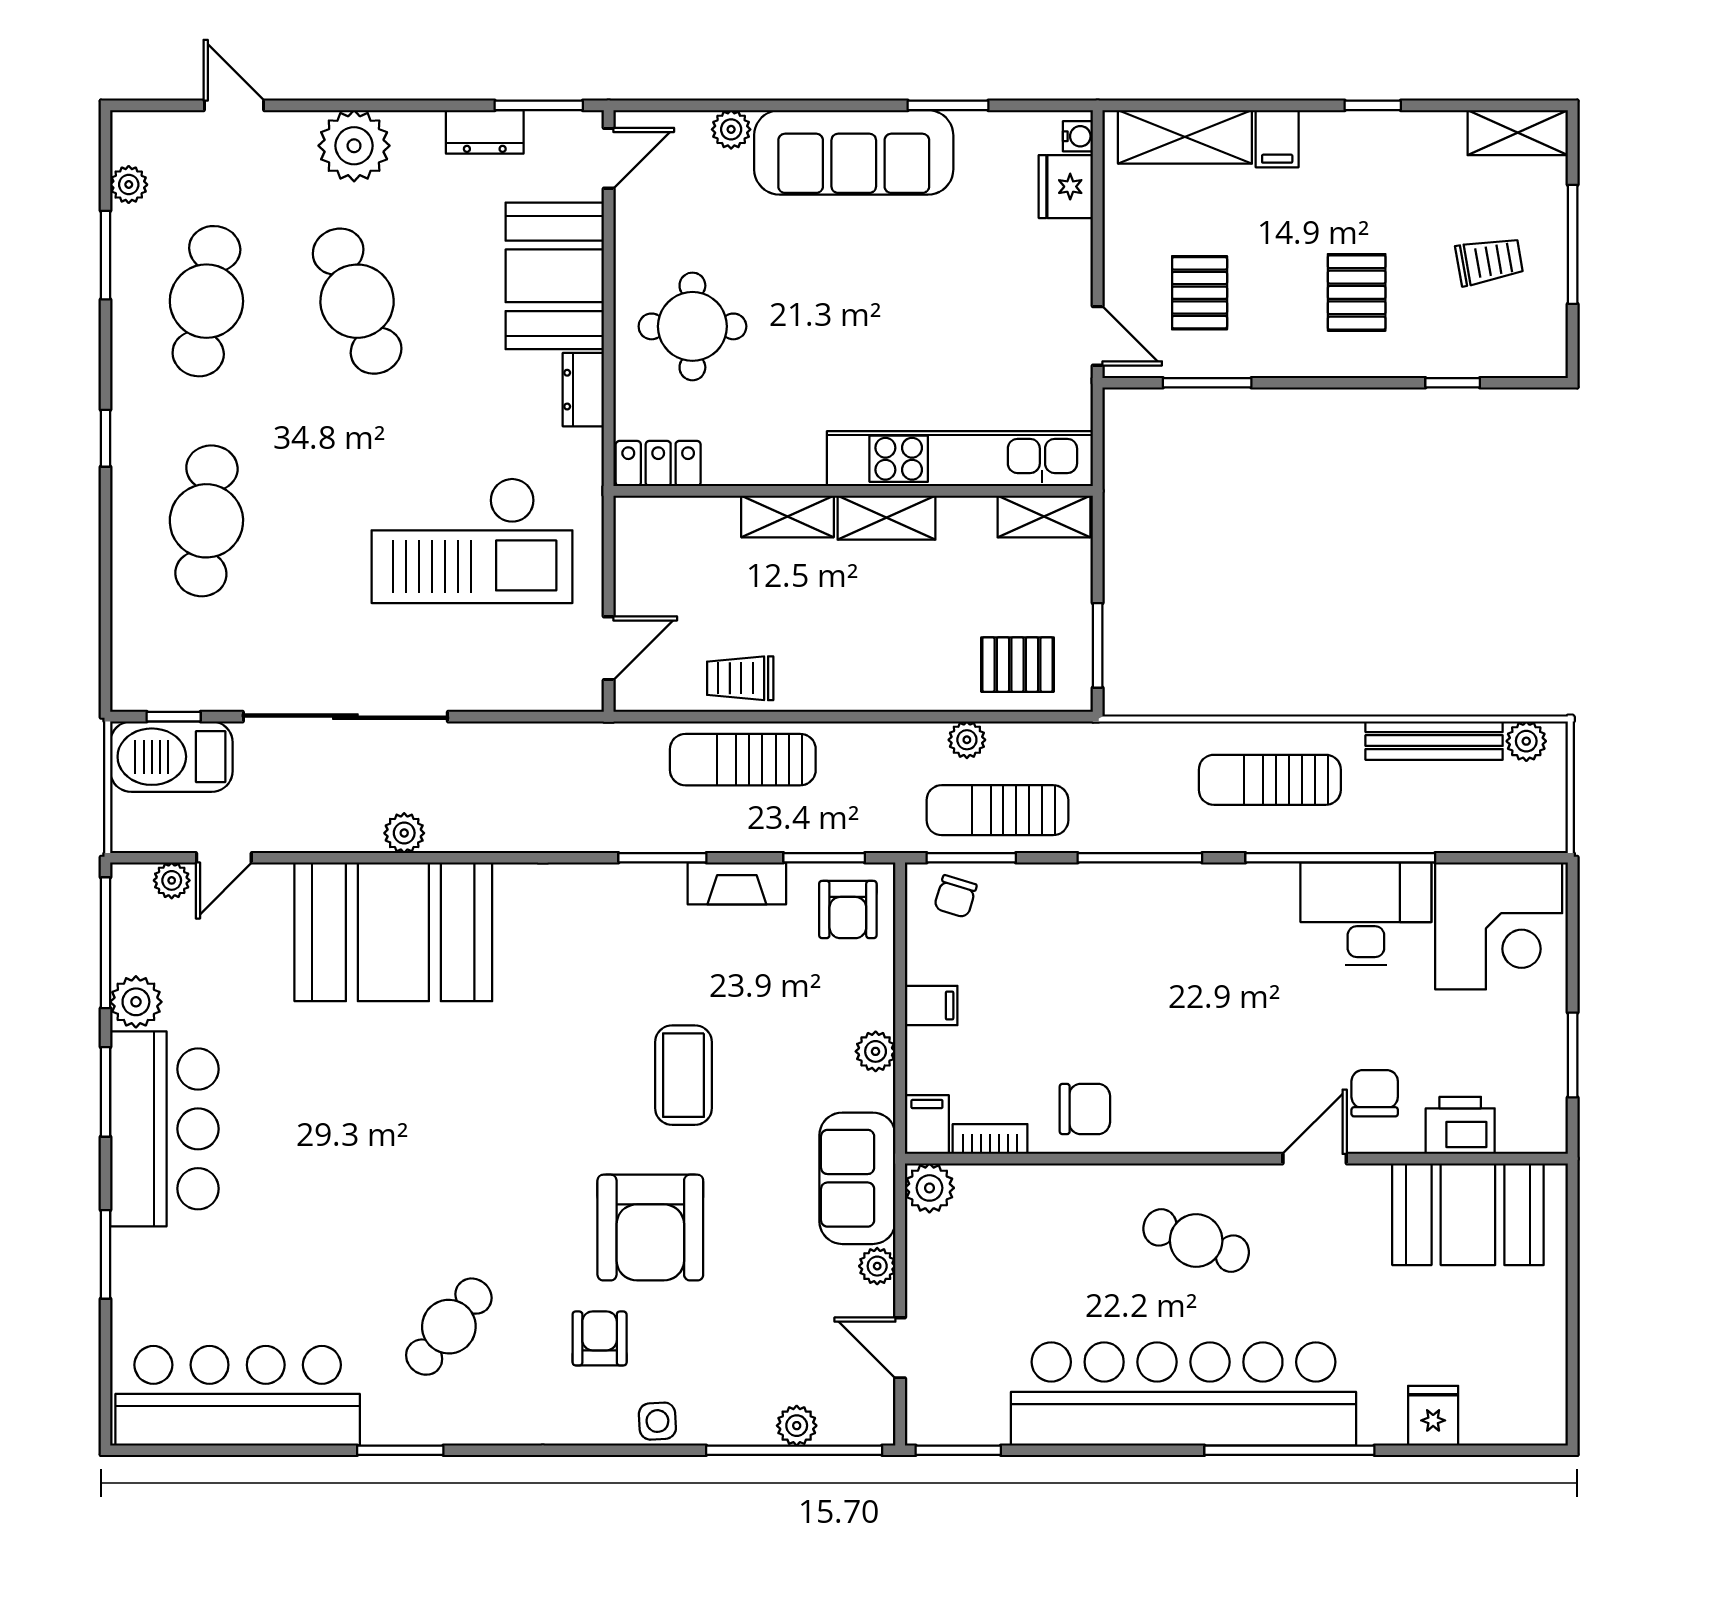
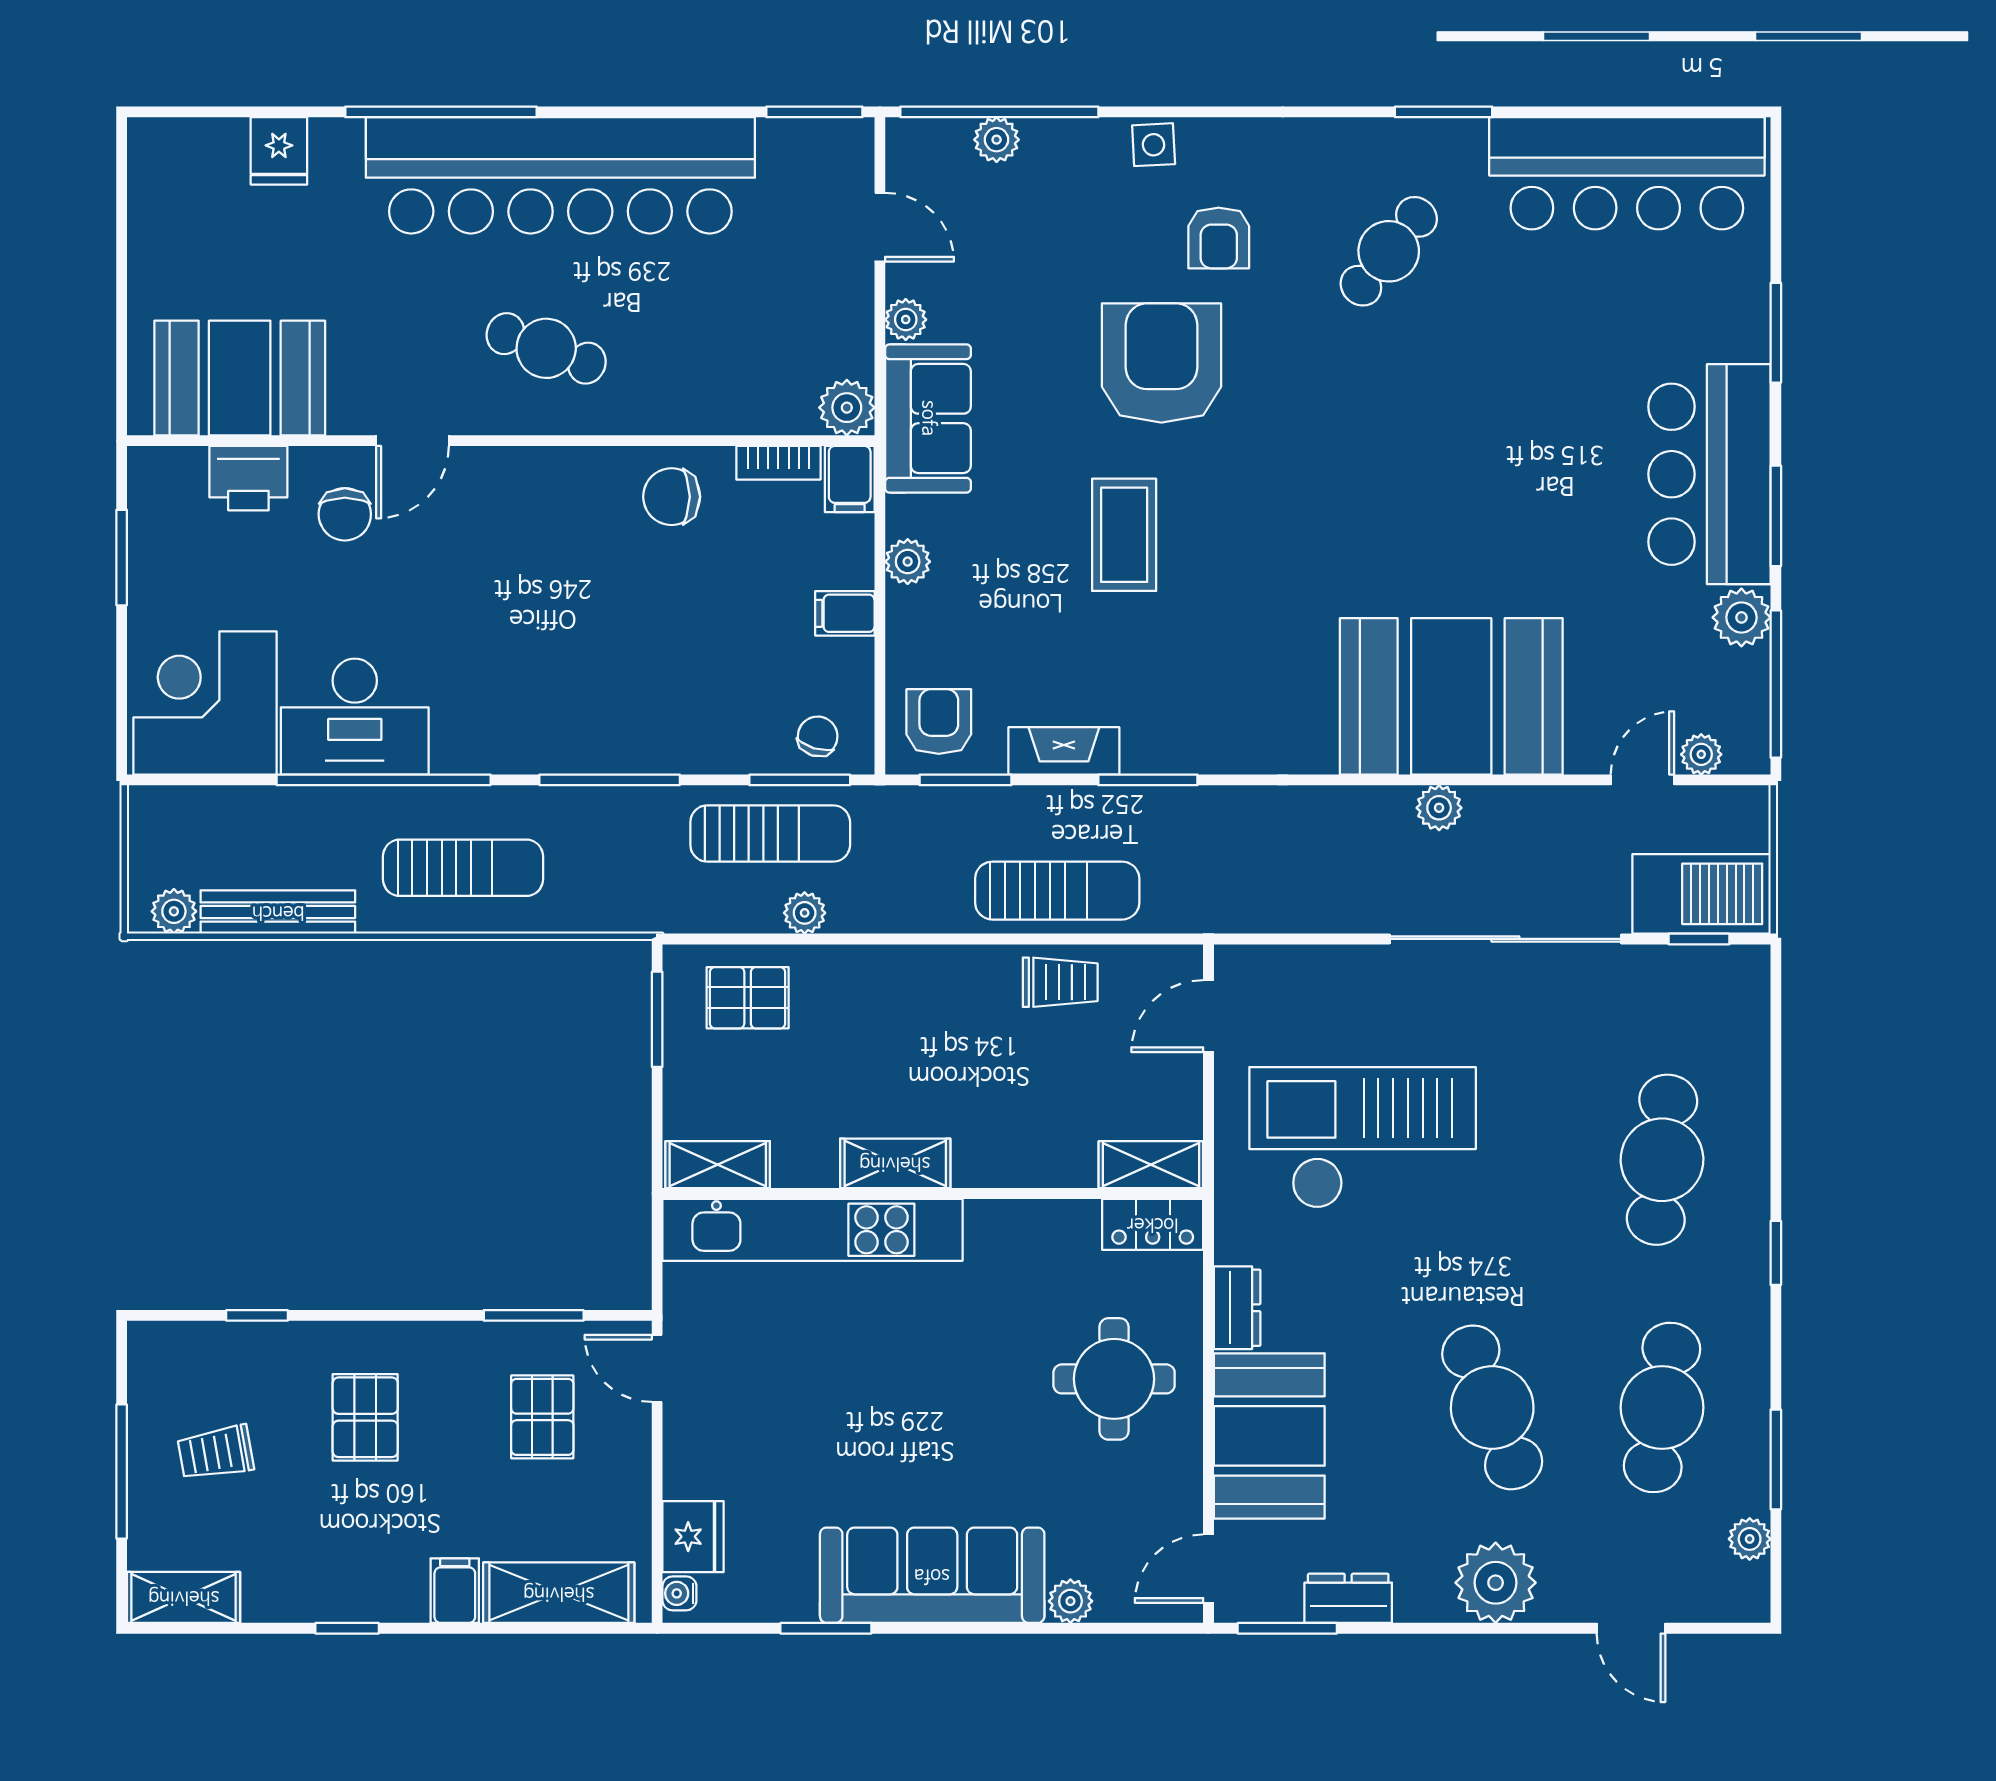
shelving: (788, 516) -> (1151, 1165), moved

